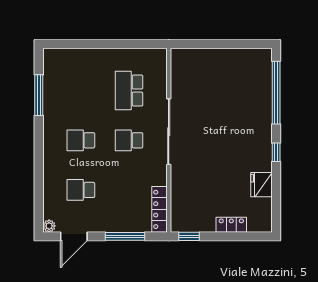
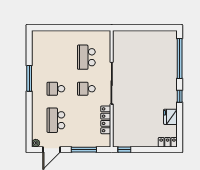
window: (39, 95) -> (29, 78), moved
school desk: (81, 190) -> (56, 120), width x1.85
locker: (160, 209) -> (106, 120), moved
locker: (231, 225) -> (168, 142), moved

